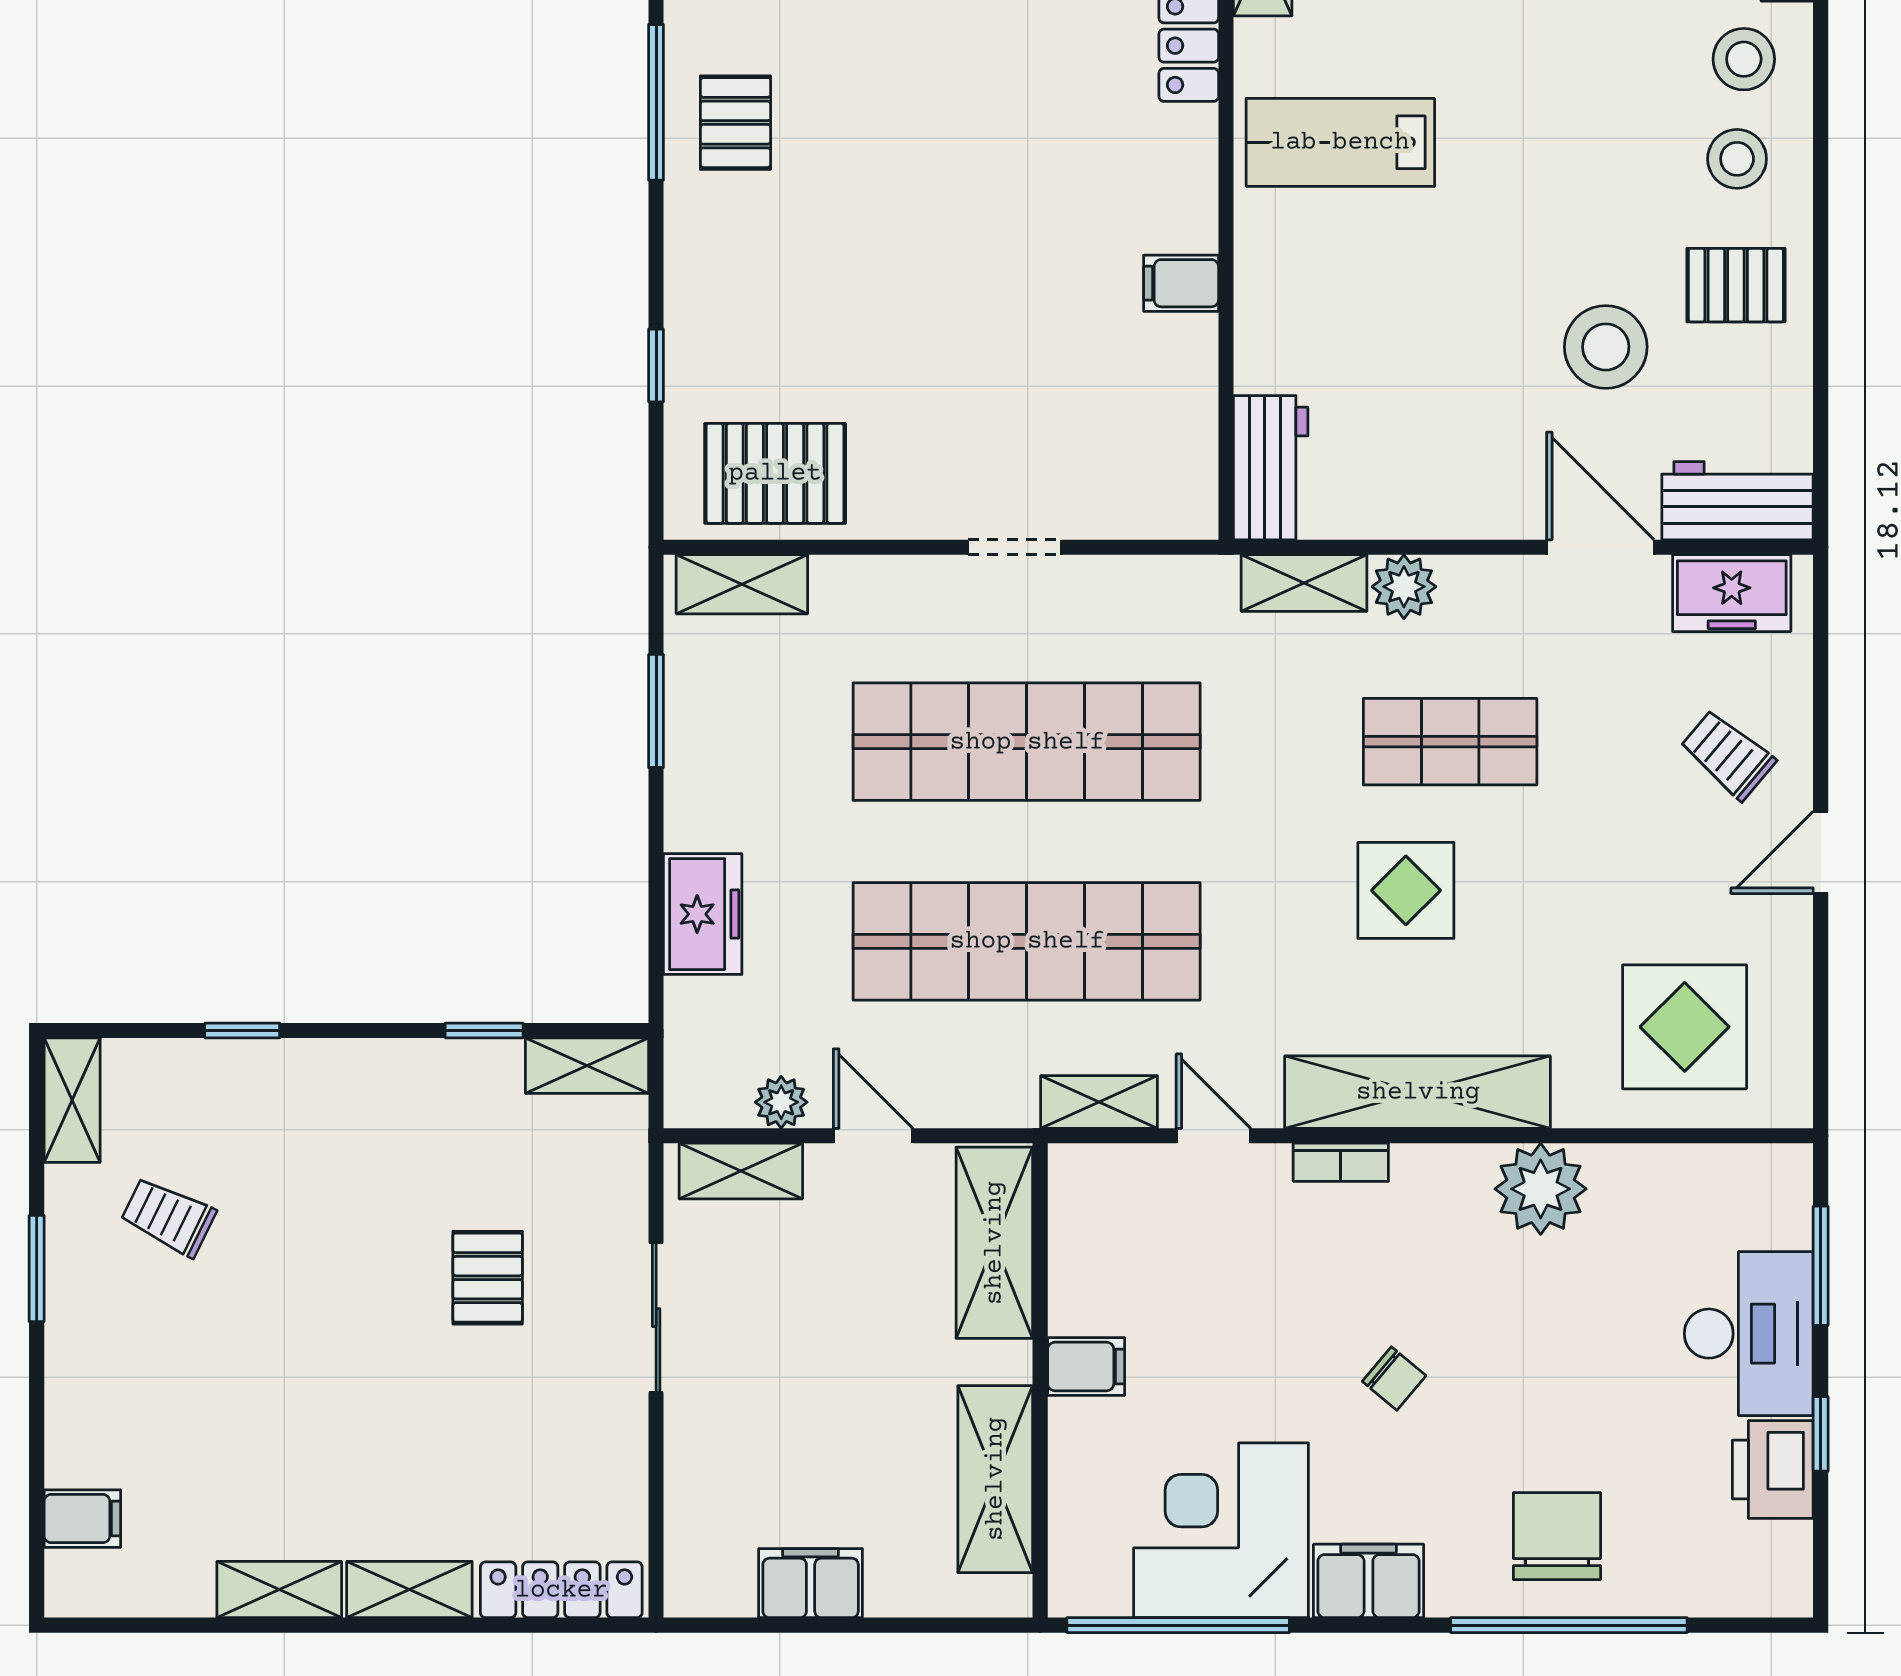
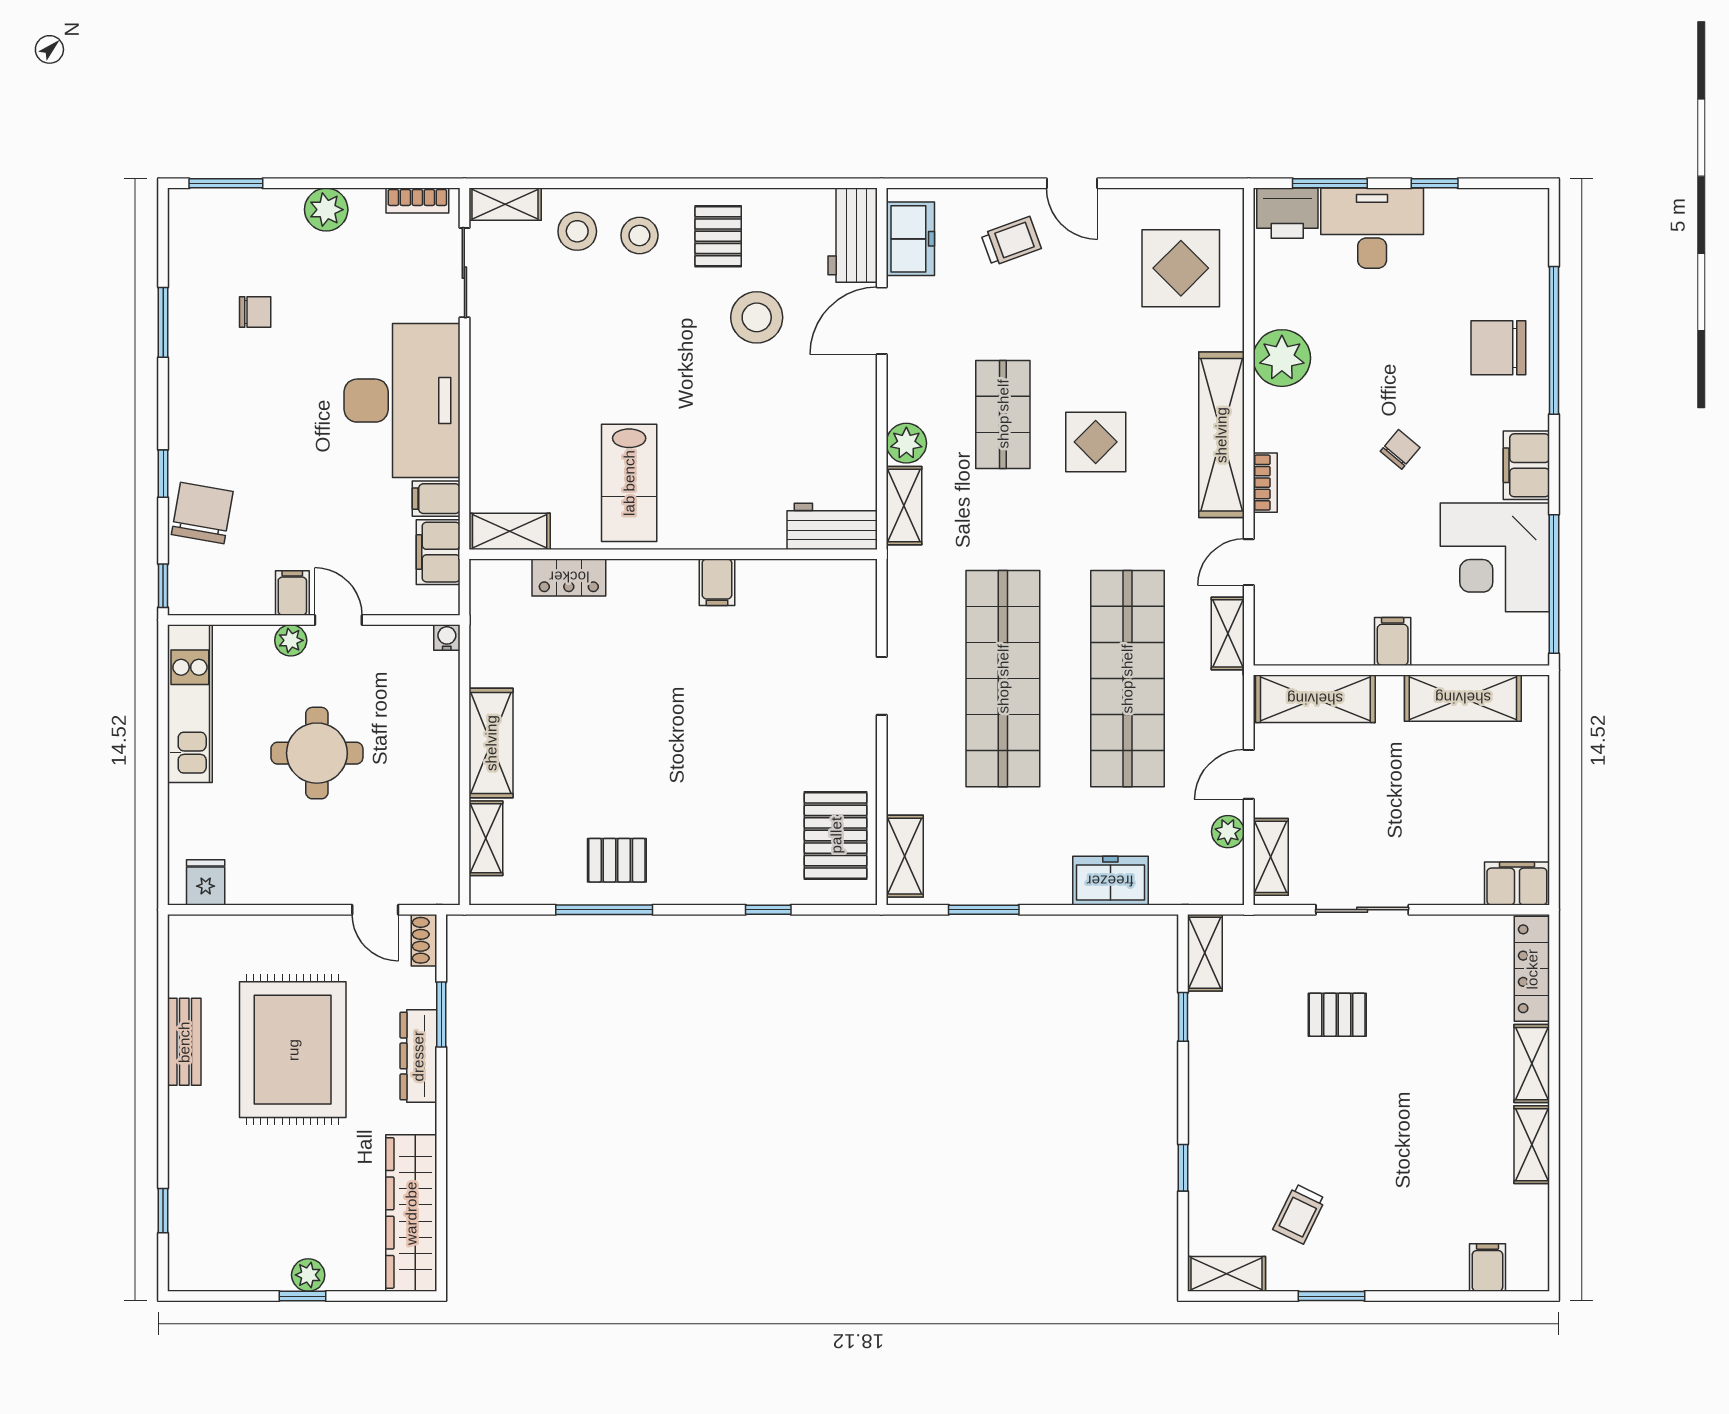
trolley: (1728, 755) -> (1011, 241), turned -150
printer: (1773, 1469) -> (1287, 213), moved
filing cabinet: (811, 1583) -> (1517, 884), moved, turned 90

